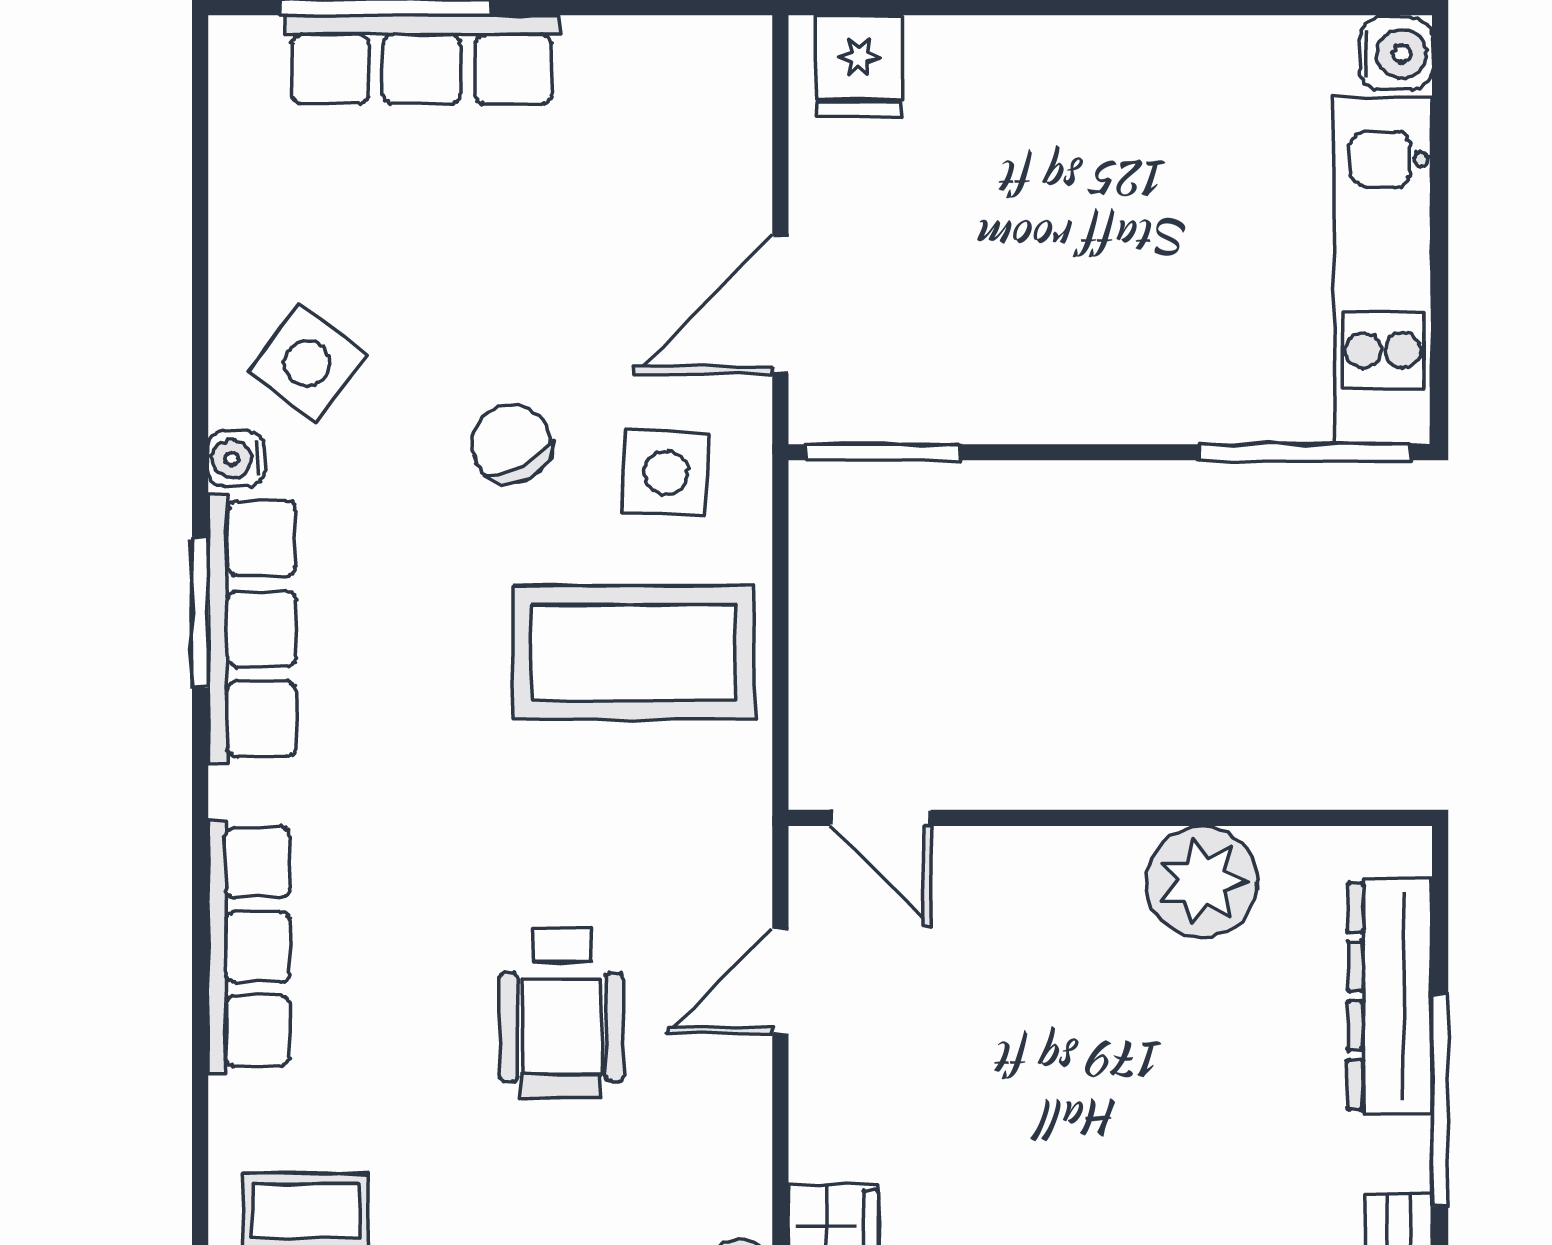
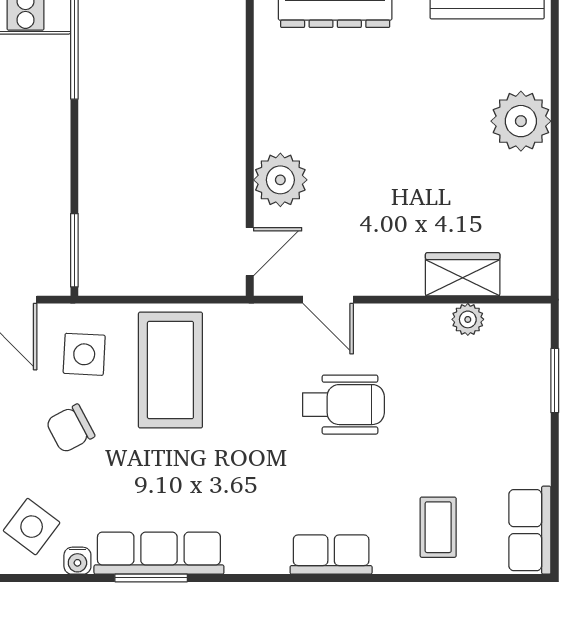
plant: (1202, 882) -> (280, 180), moved
row of seats: (249, 947) -> (331, 555), width x0.68

